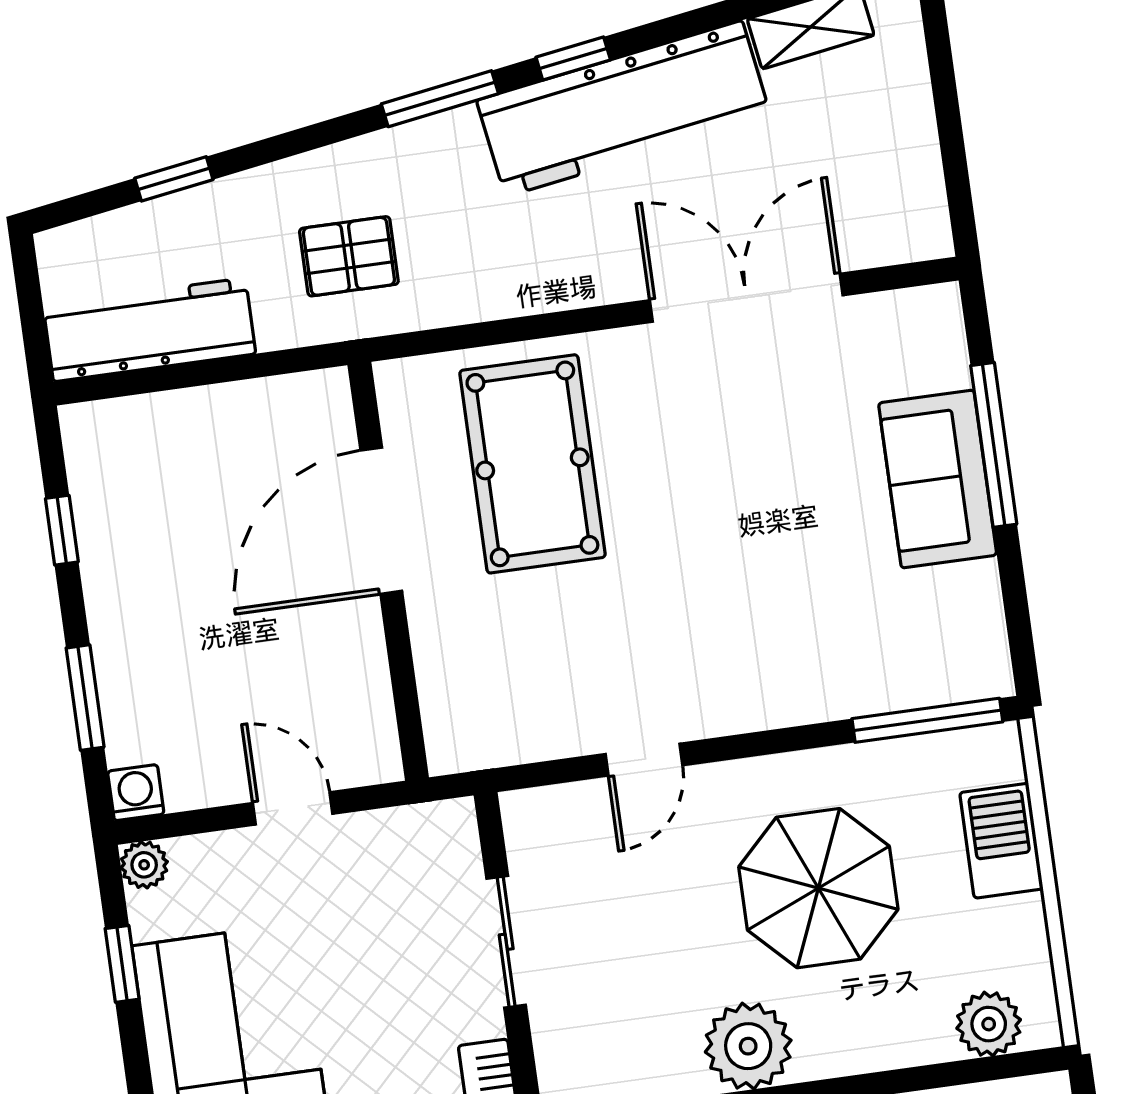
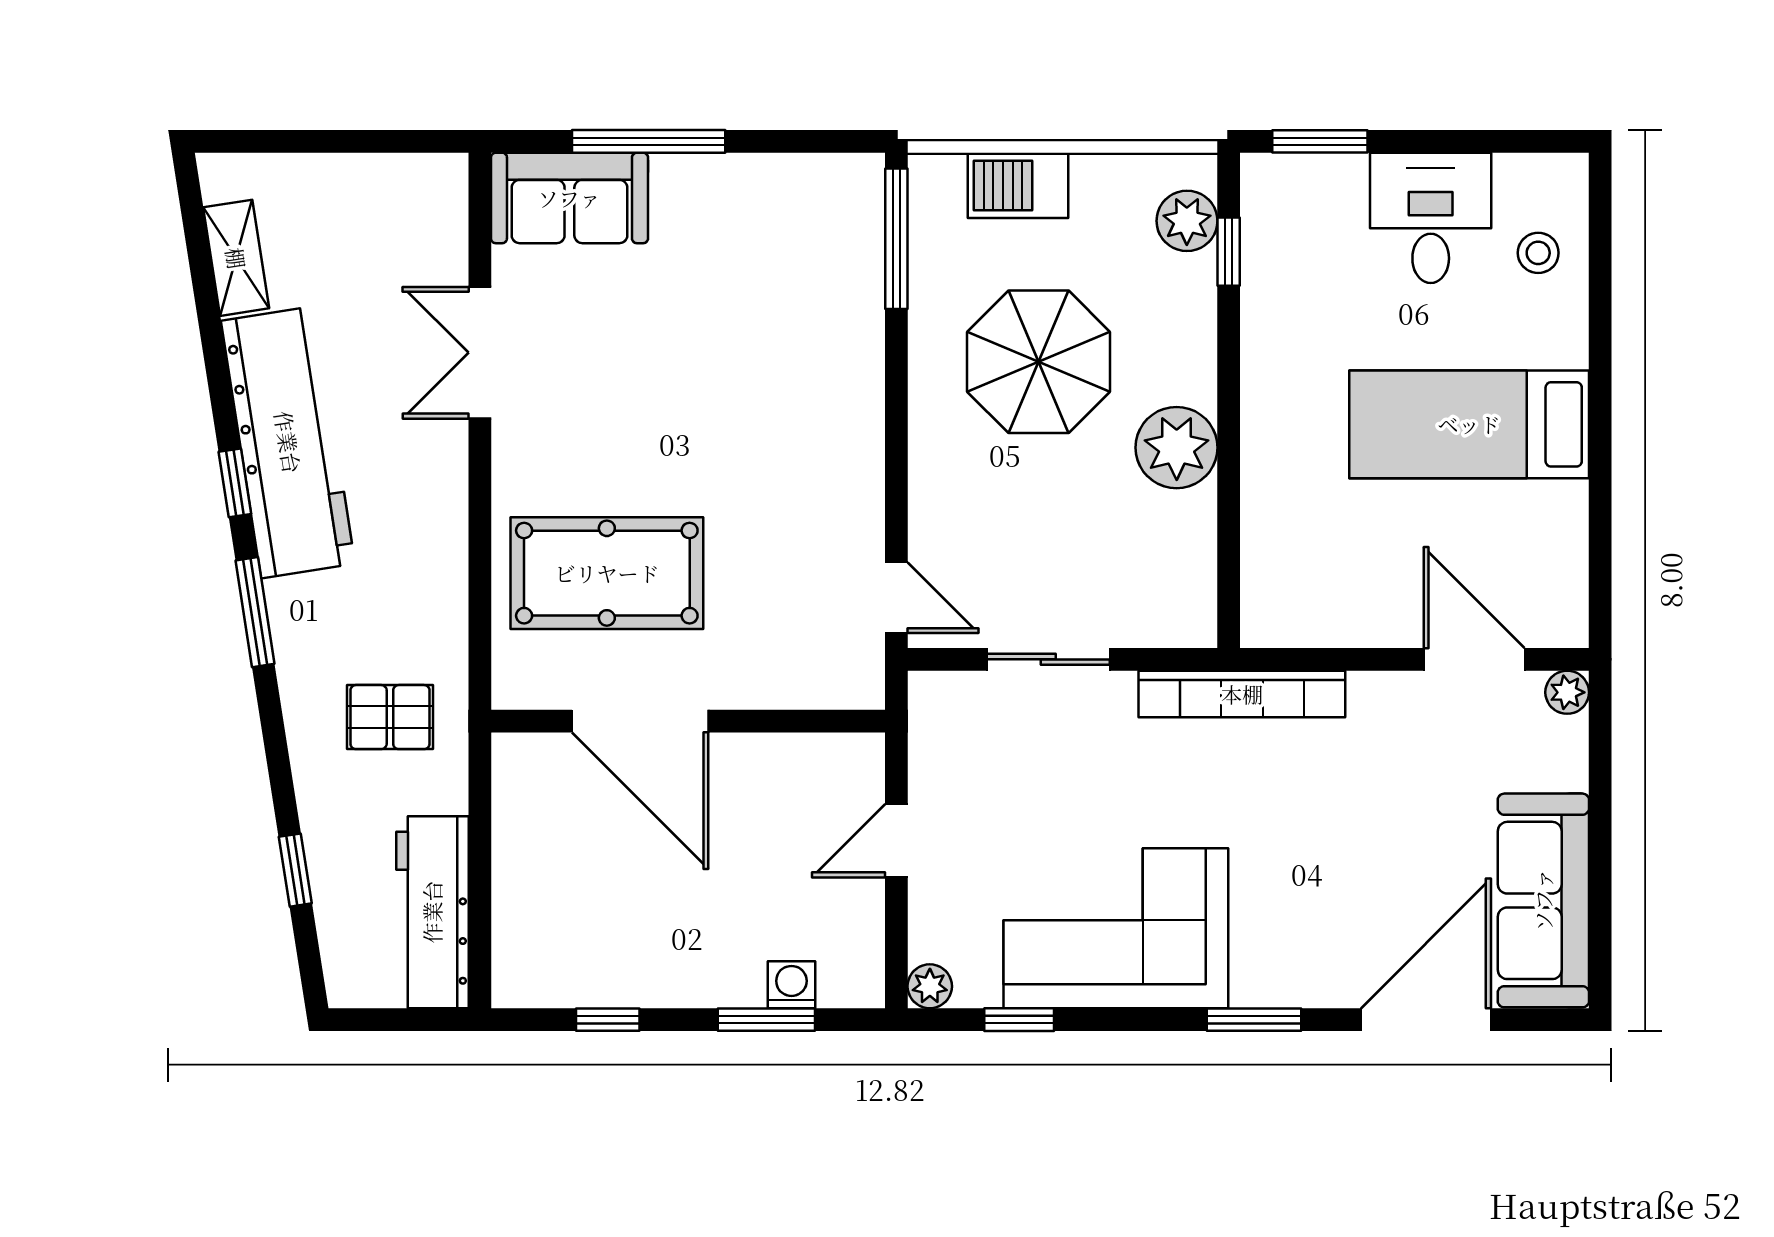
pallet: (349, 256) -> (390, 717), turned 90
double door: (746, 298) -> (480, 353), width x0.73
sofa: (938, 479) -> (569, 198), moved
door: (644, 760) -> (896, 598), moved
washing machine: (136, 793) -> (791, 985), moved, turned 90
window: (962, 1072) -> (1229, 252), added

